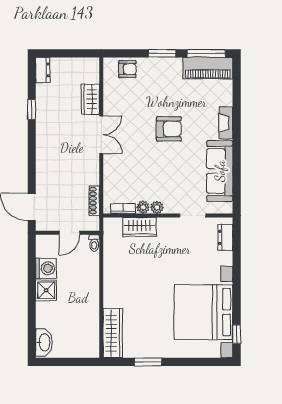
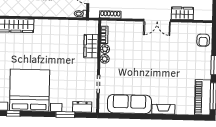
armchair: (169, 129) -> (160, 69), removed
window: (237, 261) -> (65, 115), added

